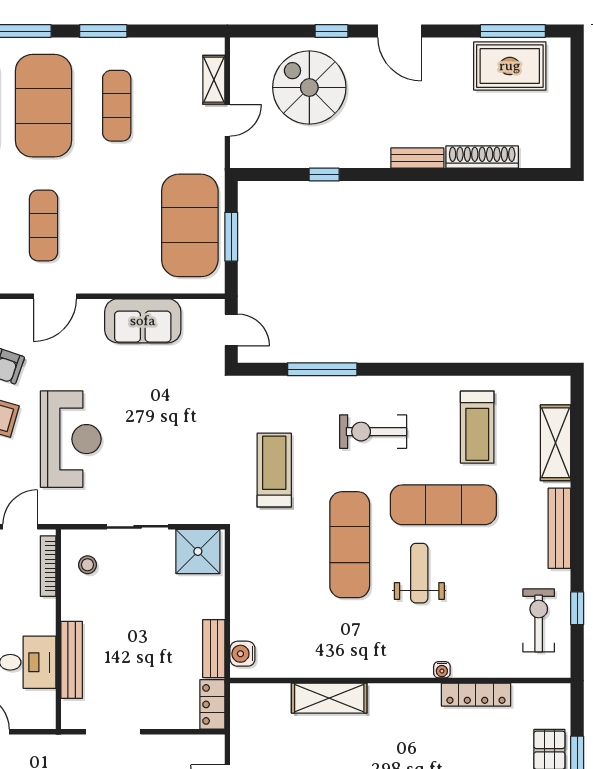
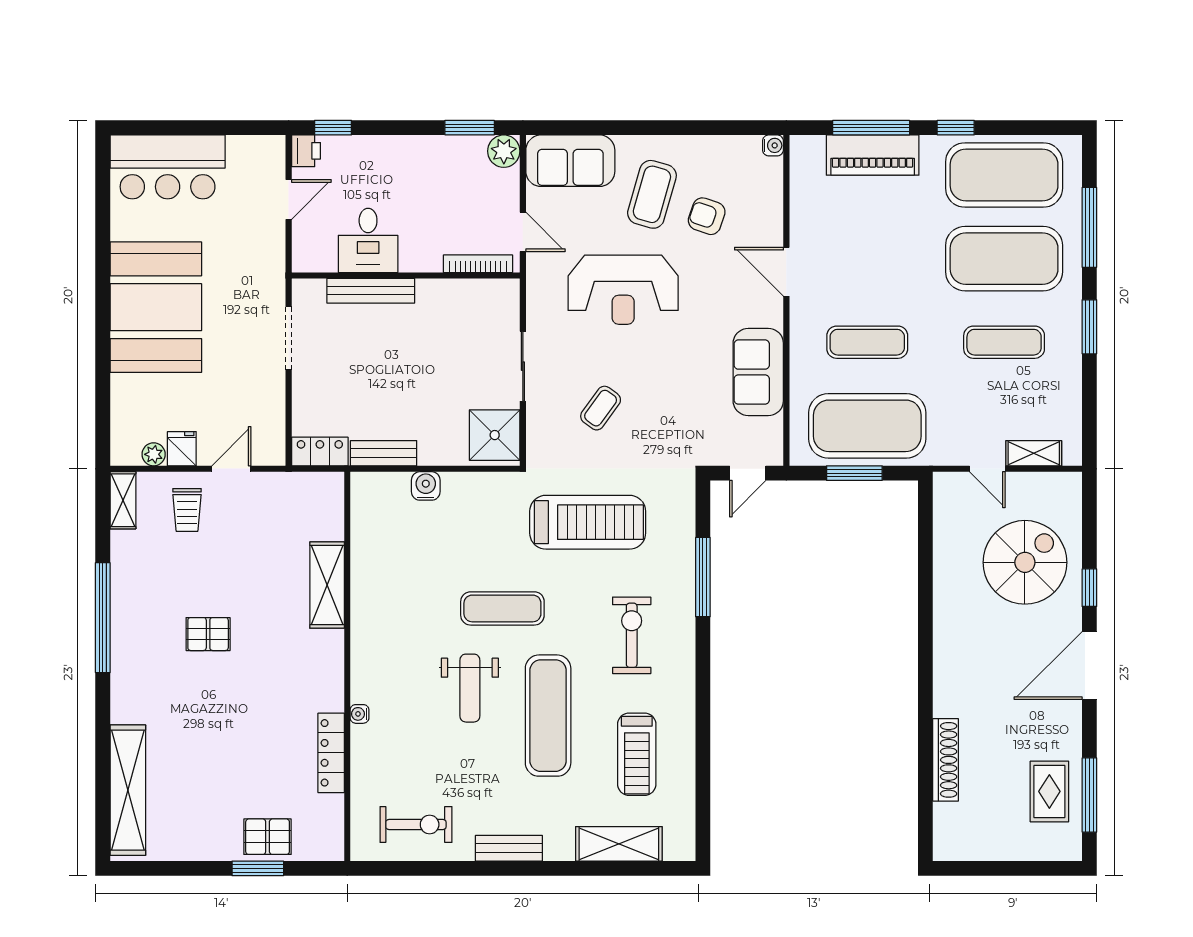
door: (400, 31) -> (1089, 666), width x1.36
rug: (510, 66) -> (1049, 791), width x0.73, depth x0.70
bench: (417, 158) -> (944, 686), removed
window: (324, 175) -> (925, 579), removed
exercise mat: (44, 225) -> (867, 342), moved
treadmill: (477, 427) -> (637, 754), turned -90
coffee table: (174, 459) -> (601, 408), added
treadmill: (274, 470) -> (588, 522), width x1.37, depth x1.38
bench: (559, 528) -> (509, 848), width x0.73
exercise mat: (350, 545) -> (502, 608), width x0.73, depth x0.69
stool: (88, 565) -> (479, 309), removed
weight bench: (419, 573) -> (470, 688), turned 90
window: (577, 608) -> (430, 868), removed
water cooler: (242, 654) -> (426, 486), moved

